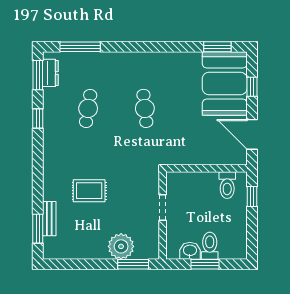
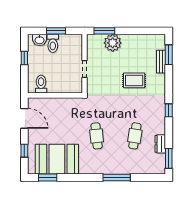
window: (80, 47) -> (117, 177), moved
dresser: (50, 73) -> (160, 144), moved
booth: (225, 84) -> (57, 159), moved, turned 90
window: (38, 118) -> (169, 110), moved
window: (252, 197) -> (24, 58), moved
washbasin: (190, 251) -> (40, 40), moved

